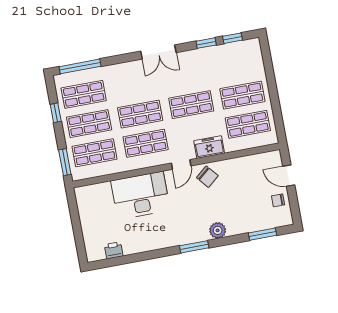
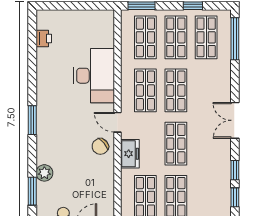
plant: (218, 230) -> (44, 173), moved

